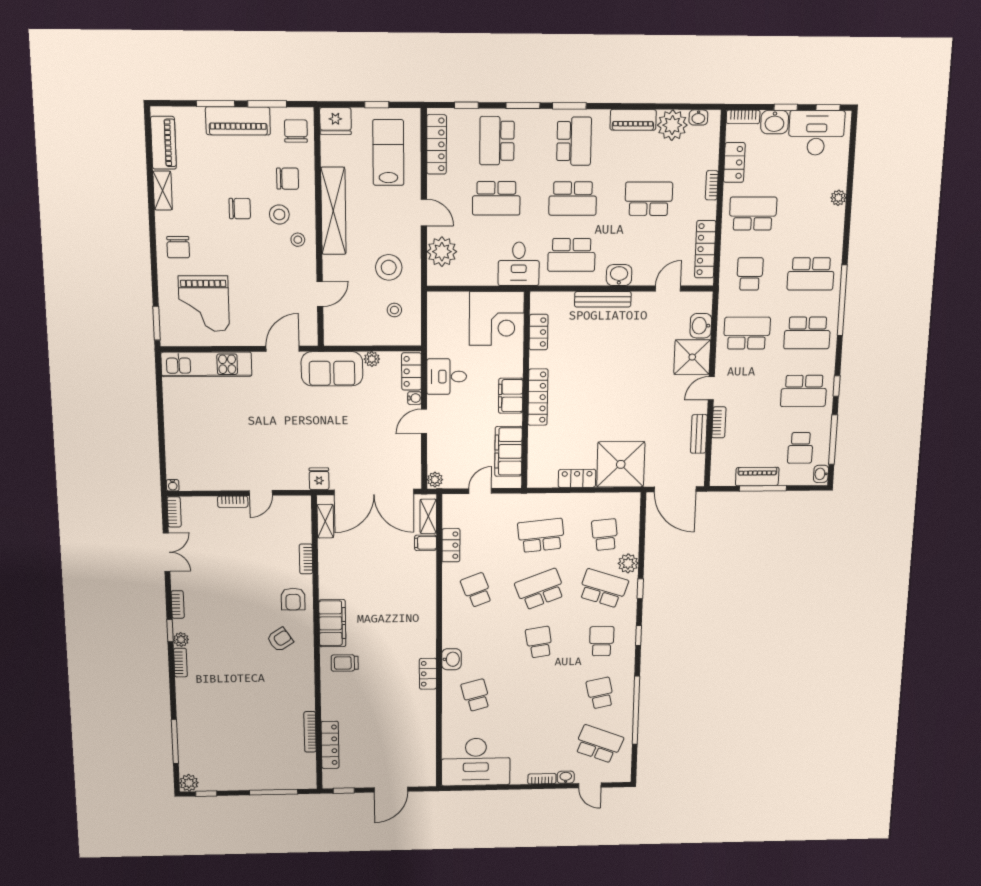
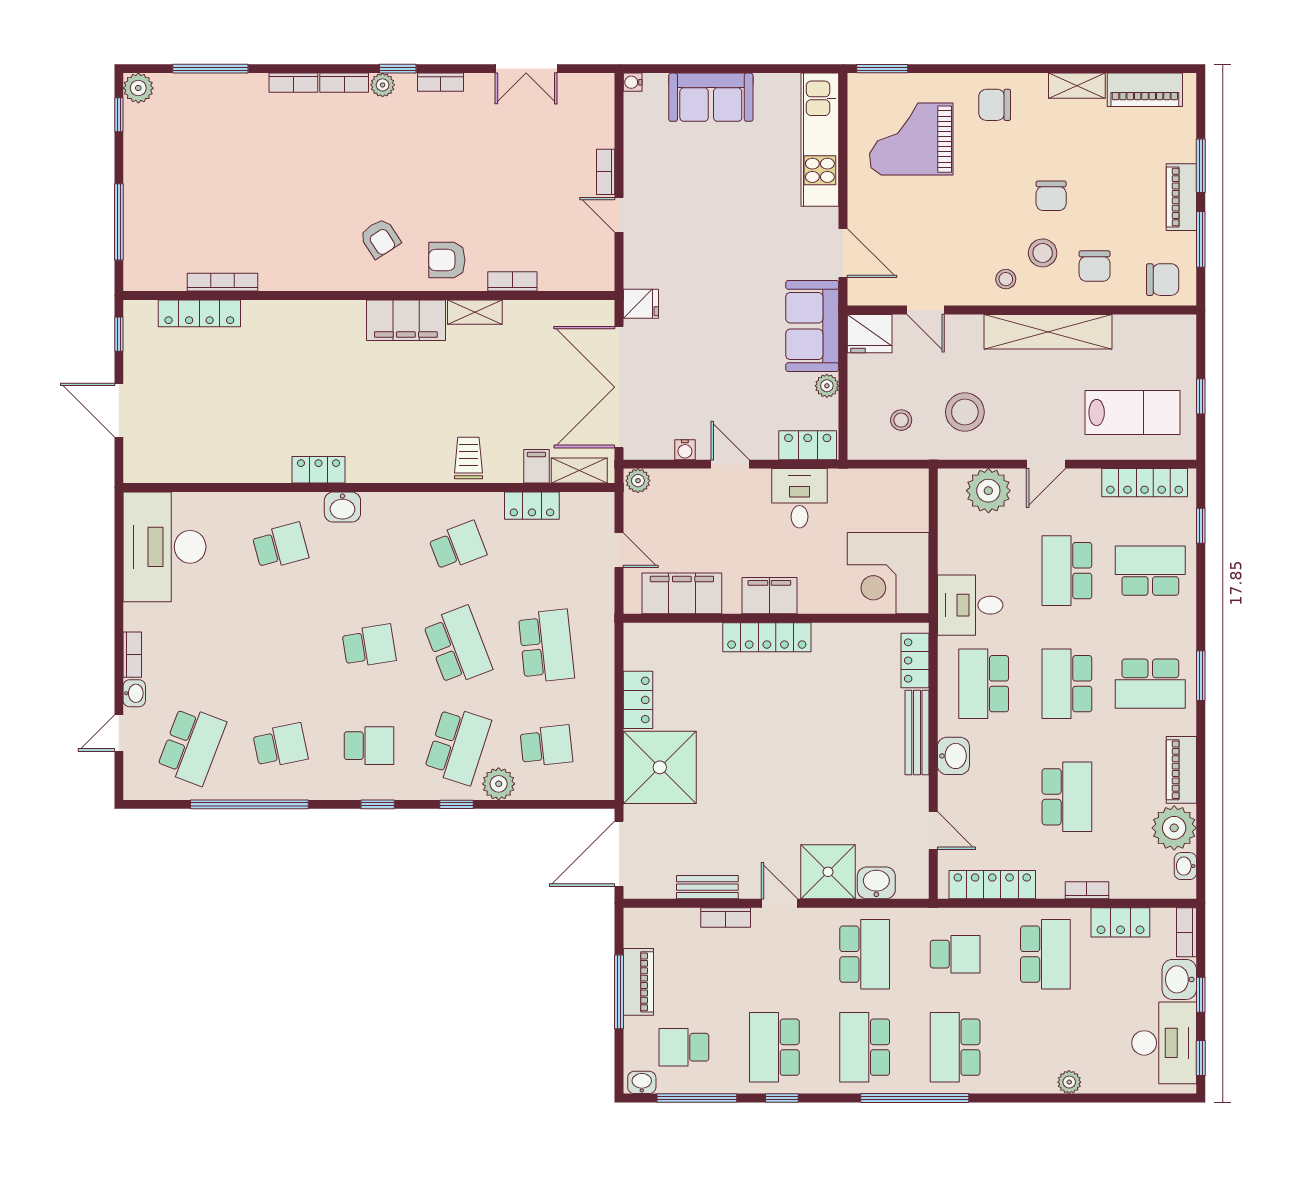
window: (523, 106) -> (1201, 608), removed
piano: (238, 121) -> (1181, 197), width x0.73, depth x0.75
fridge: (335, 121) -> (870, 334), moved, turned -90
locker: (539, 332) -> (915, 660), moved, turned 90
water cooler: (415, 398) -> (685, 450), moved
sofa: (181, 435) -> (711, 97), added
bookcase: (174, 512) -> (293, 83), moved
shelving: (325, 521) -> (475, 312), moved
trolley: (345, 663) -> (468, 458), moved

